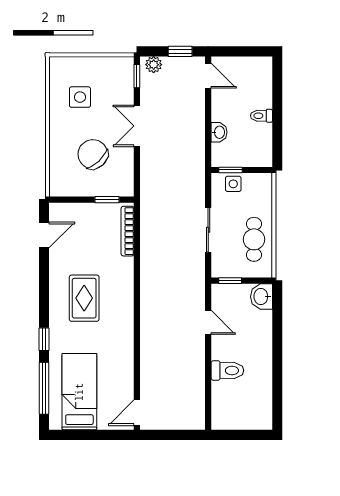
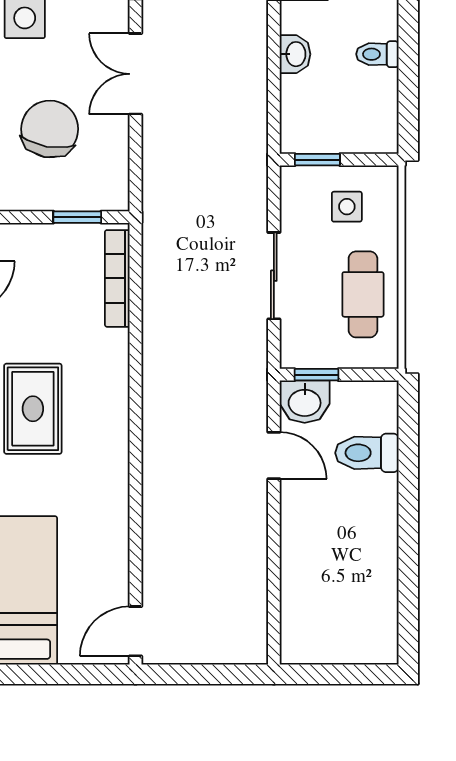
washbasin: (219, 132) -> (295, 54), moved
chair: (93, 154) -> (50, 129), turned 53
side table: (233, 184) -> (347, 207), moved
washbasin: (261, 297) -> (305, 402), moved, turned -90
toilet: (227, 370) -> (367, 453), moved, turned 180

